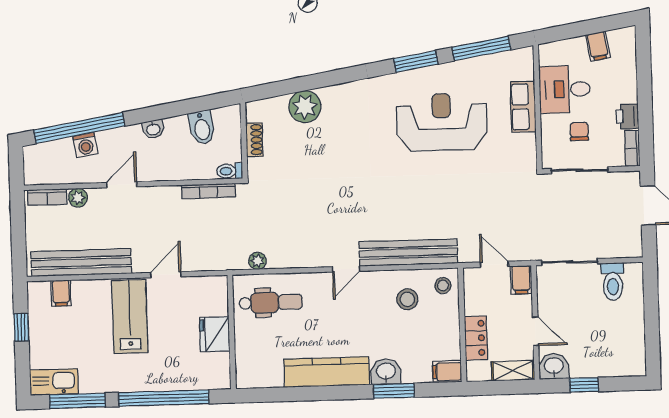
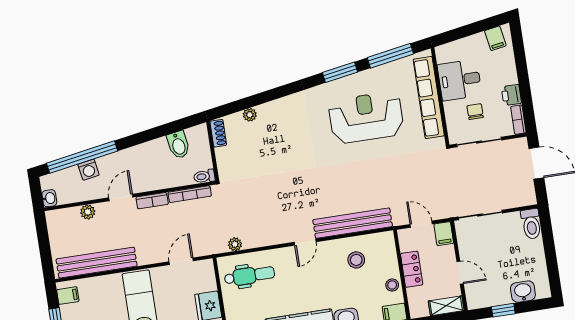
filing cabinet: (598, 46) -> (495, 38), moved
plant: (305, 107) -> (250, 115), width x0.53, depth x0.53
row of seats: (523, 107) -> (429, 98), width x2.02
washbasin: (153, 129) -> (49, 198), moved, turned -81
shoe rack: (254, 140) -> (218, 133), moved
bookcase: (47, 197) -> (152, 201), moved
door: (166, 275) -> (181, 261), moved
toilet: (613, 282) -> (531, 224), moved
stool: (443, 286) -> (392, 285), moved
filing cabinet: (61, 293) -> (68, 296), moved, turned -90
locker: (476, 338) -> (412, 269), moved
washbasin: (554, 366) -> (523, 292), moved

